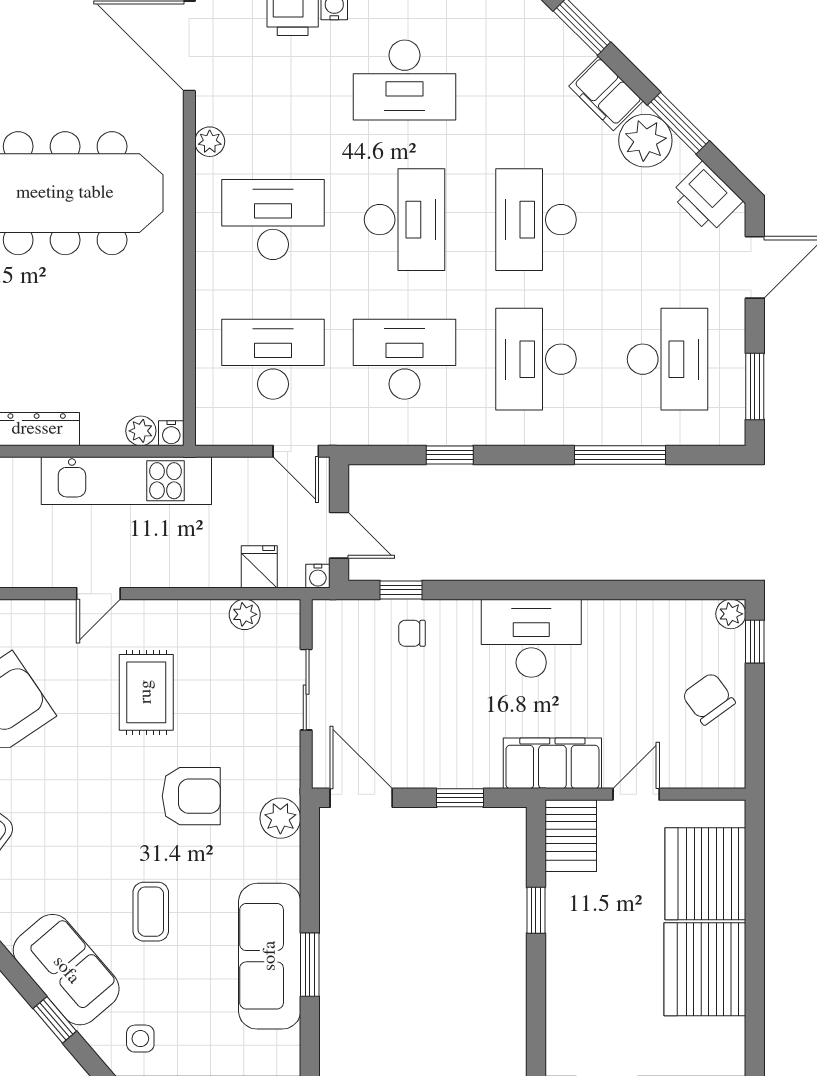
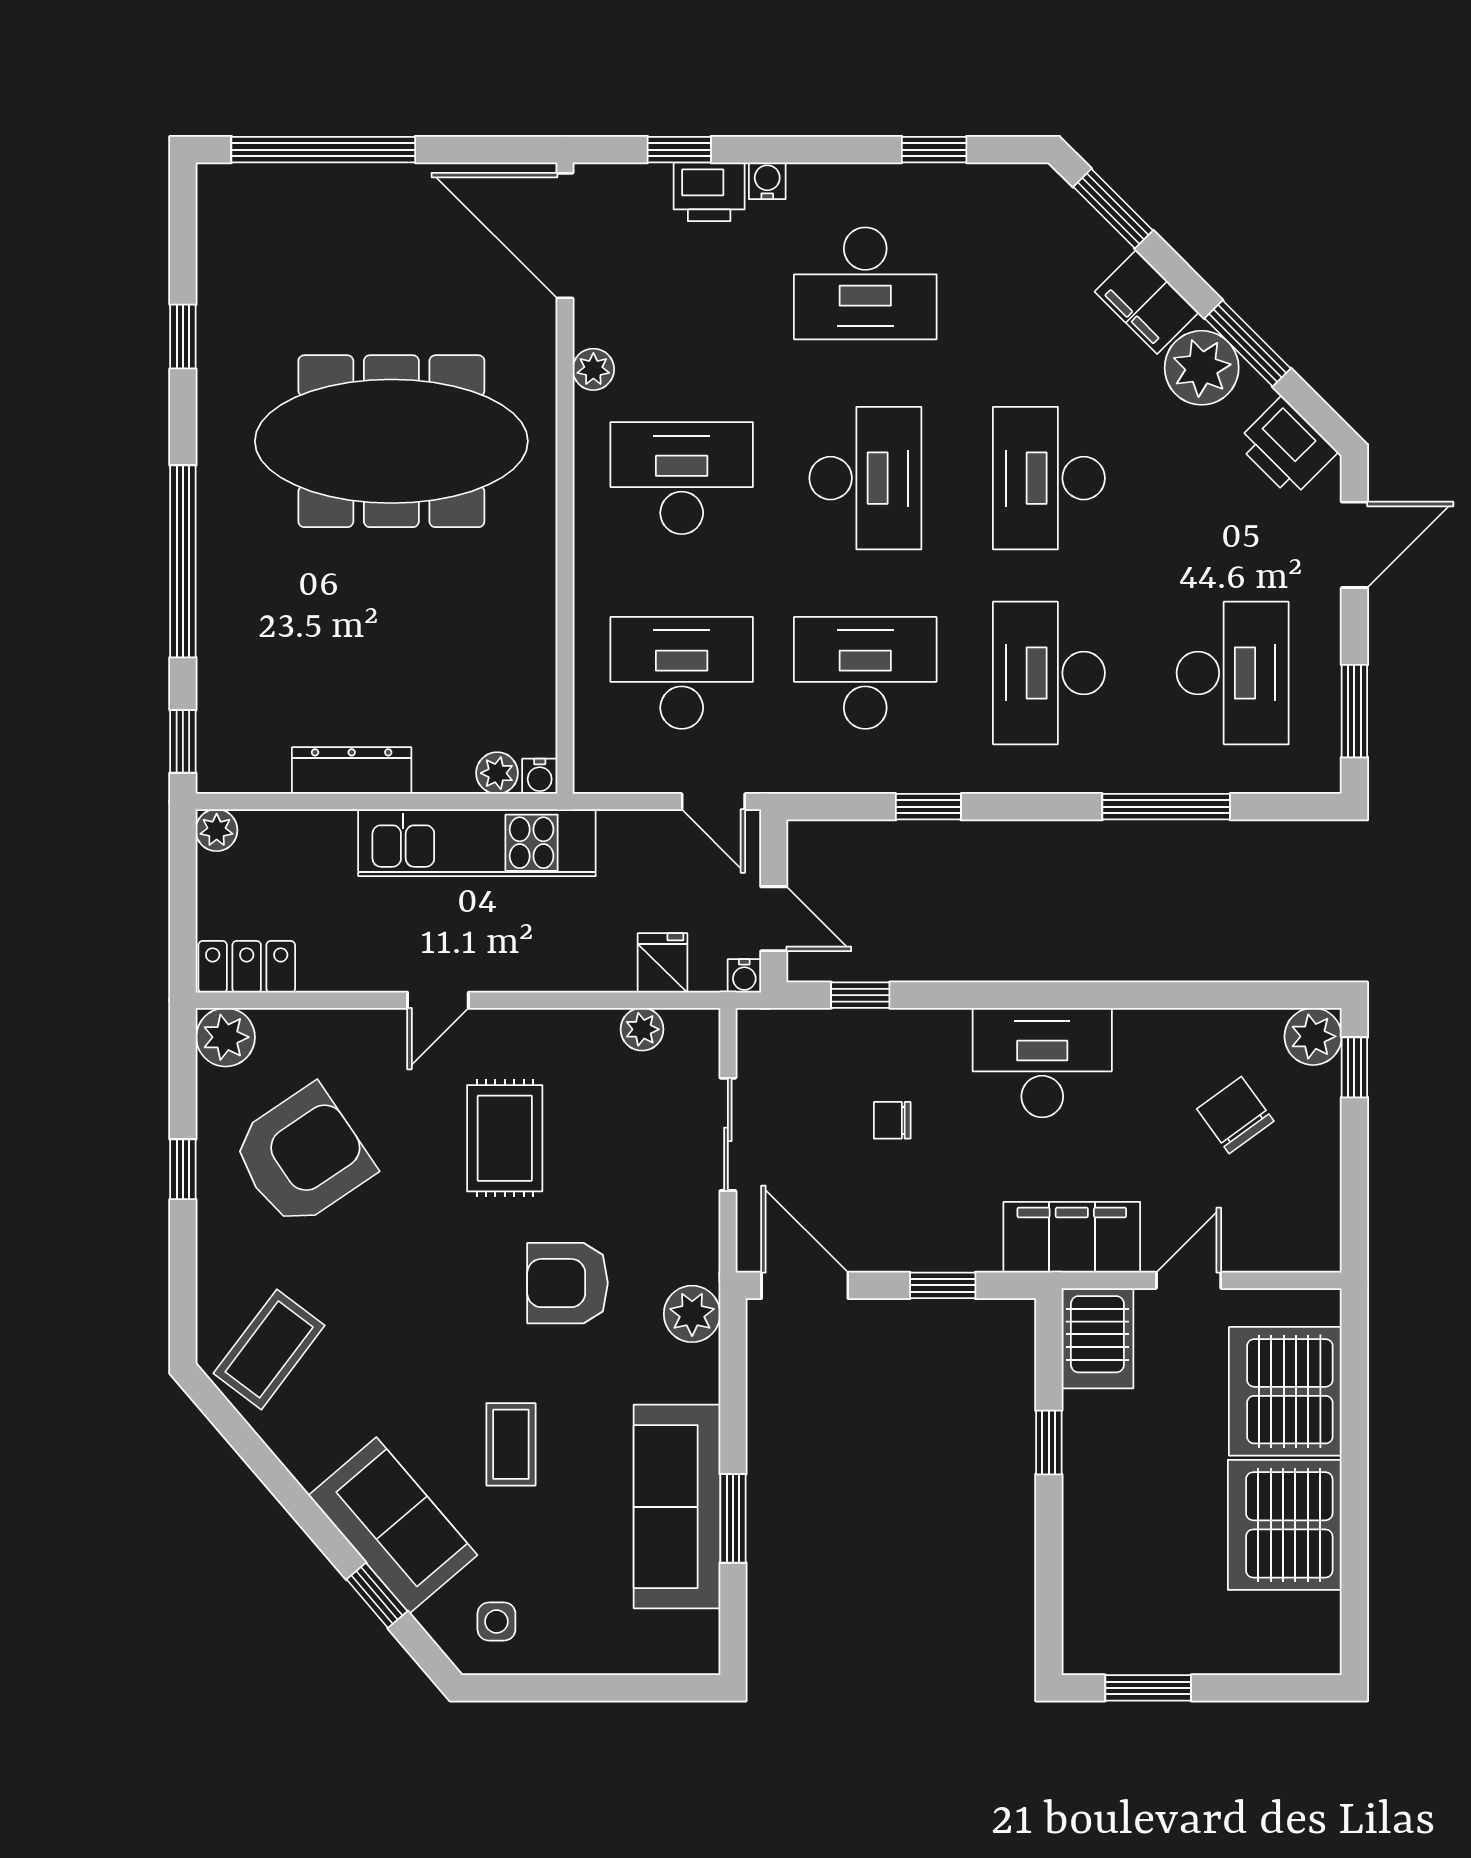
plant: (731, 614) -> (1313, 1036), width x1.38, depth x1.38
chair: (412, 633) -> (892, 1120), moved
chair: (709, 699) -> (1235, 1115), moved
armchair: (191, 796) -> (568, 1283), turned 180

